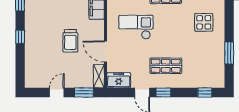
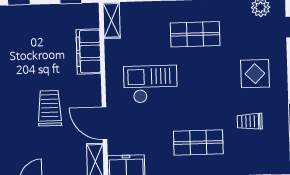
trolley: (70, 41) -> (50, 108), turned 180
trolley: (199, 53) -> (250, 121), added

